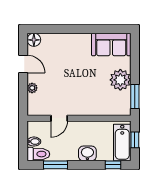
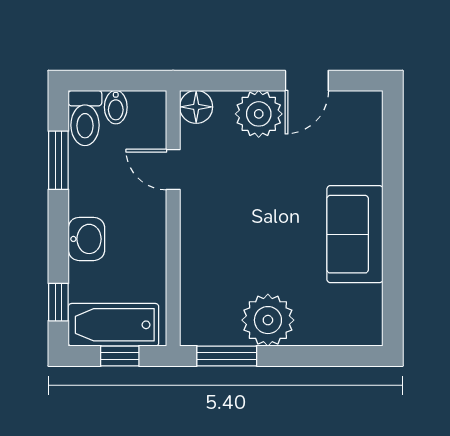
floor lamp: (34, 40) -> (196, 107), moved
sofa: (111, 44) -> (355, 234), moved
plant: (32, 88) -> (259, 114), width x1.88, depth x1.88

